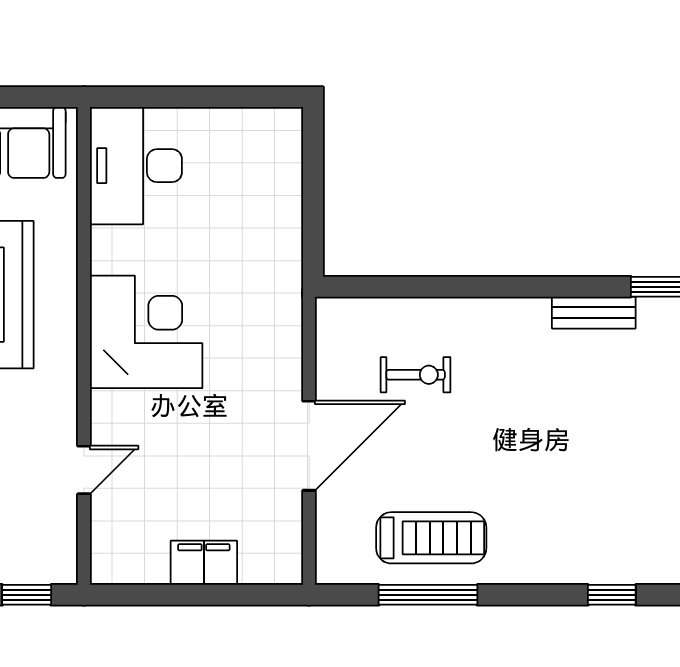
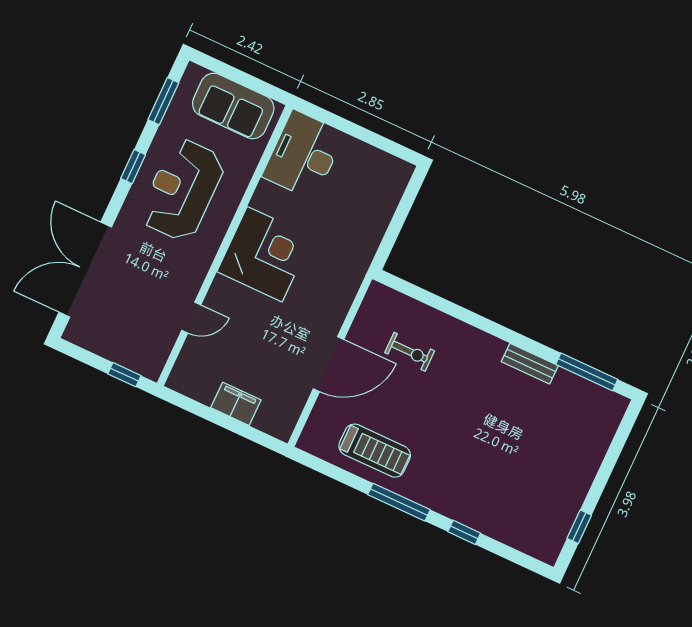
window: (428, 595) -> (399, 502), moved

